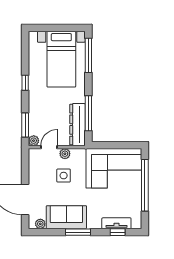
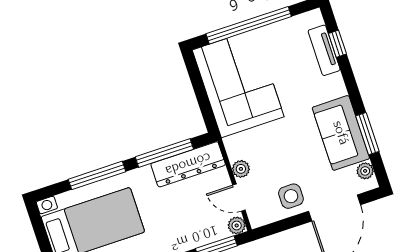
window: (88, 55) -> (97, 175), moved
side table: (64, 176) -> (291, 196), moved
window: (78, 232) -> (367, 134), moved

